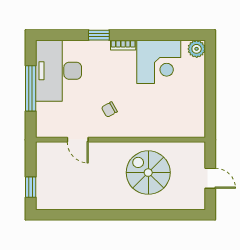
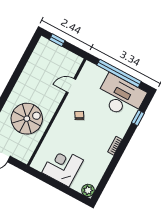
window: (99, 35) -> (138, 118), moved
corner desk: (159, 62) -> (63, 166), moved, turned 90
window: (31, 88) -> (119, 73), width x1.46

